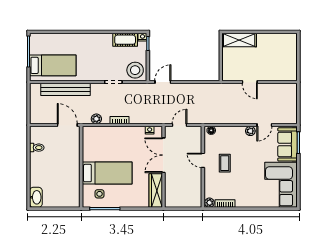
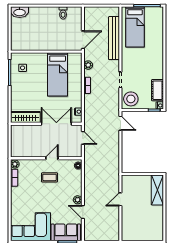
bed: (107, 173) -> (58, 74), moved

